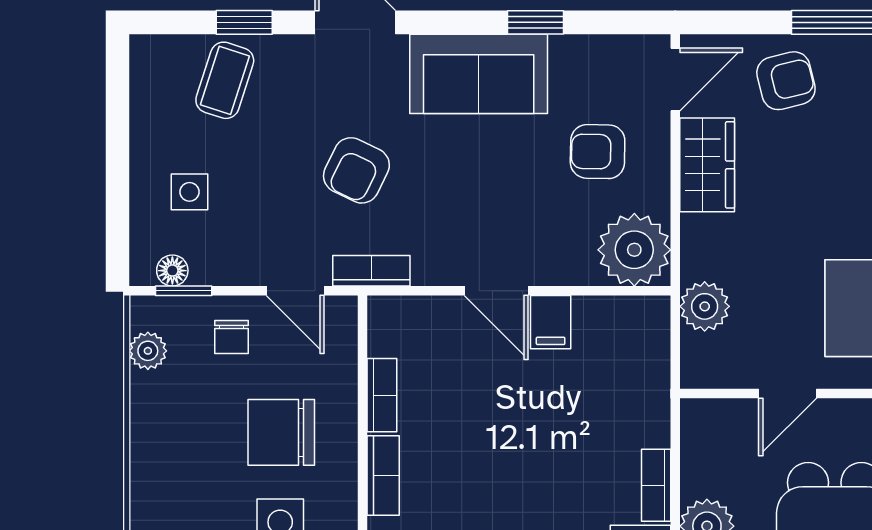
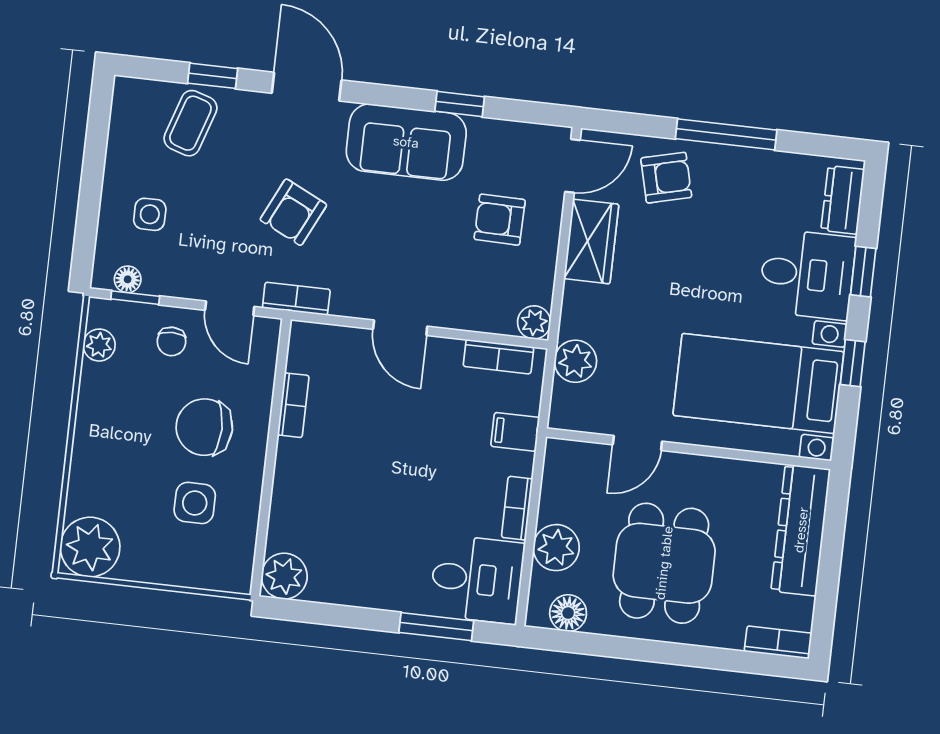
plant: (634, 250) -> (534, 322), width x0.53, depth x0.53
filing cabinet: (551, 322) -> (515, 432), moved, turned 90
bookcase: (383, 476) -> (498, 357), moved, turned 90

